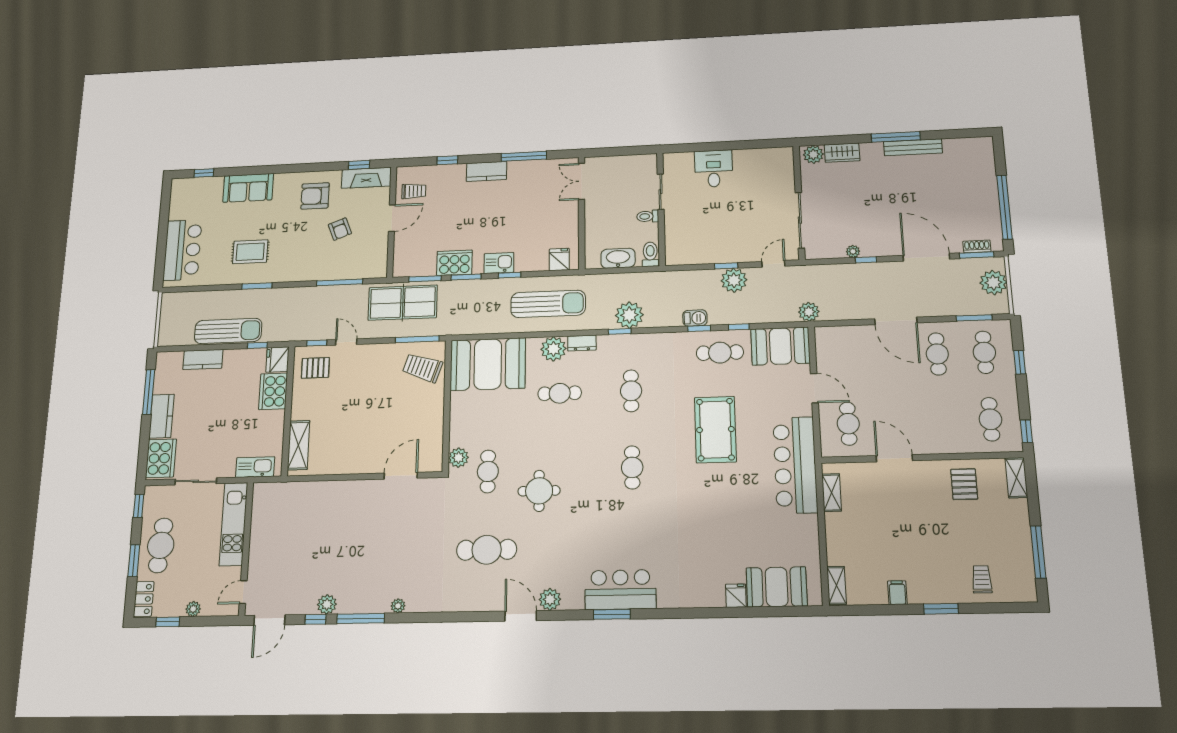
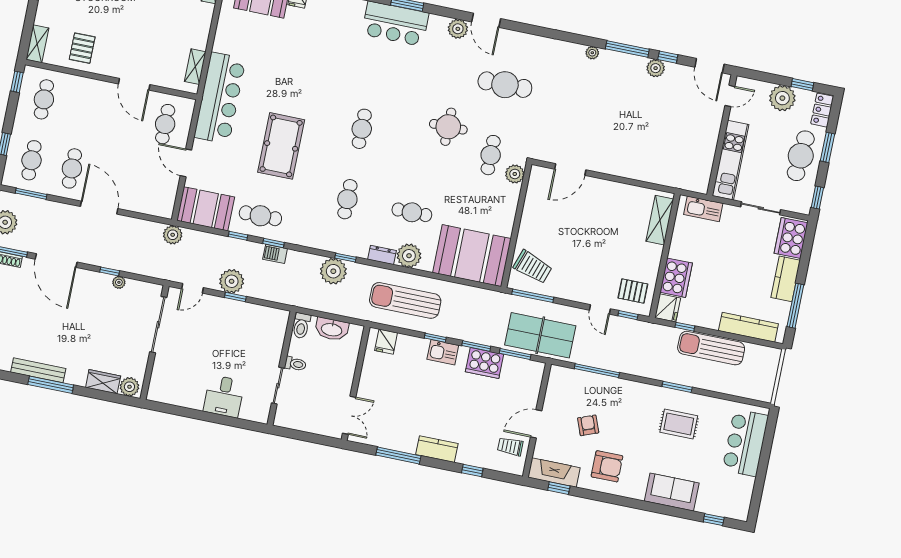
kitchen counter: (203, 359) -> (748, 327), width x1.50
plant: (193, 609) -> (782, 98), width x1.87, depth x1.87
door: (269, 620) -> (709, 66), swing flipped

